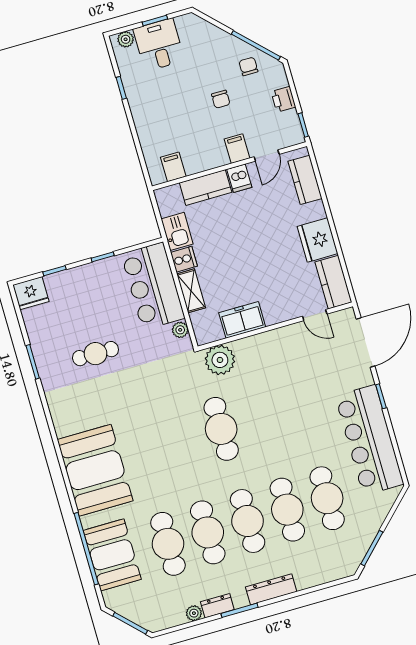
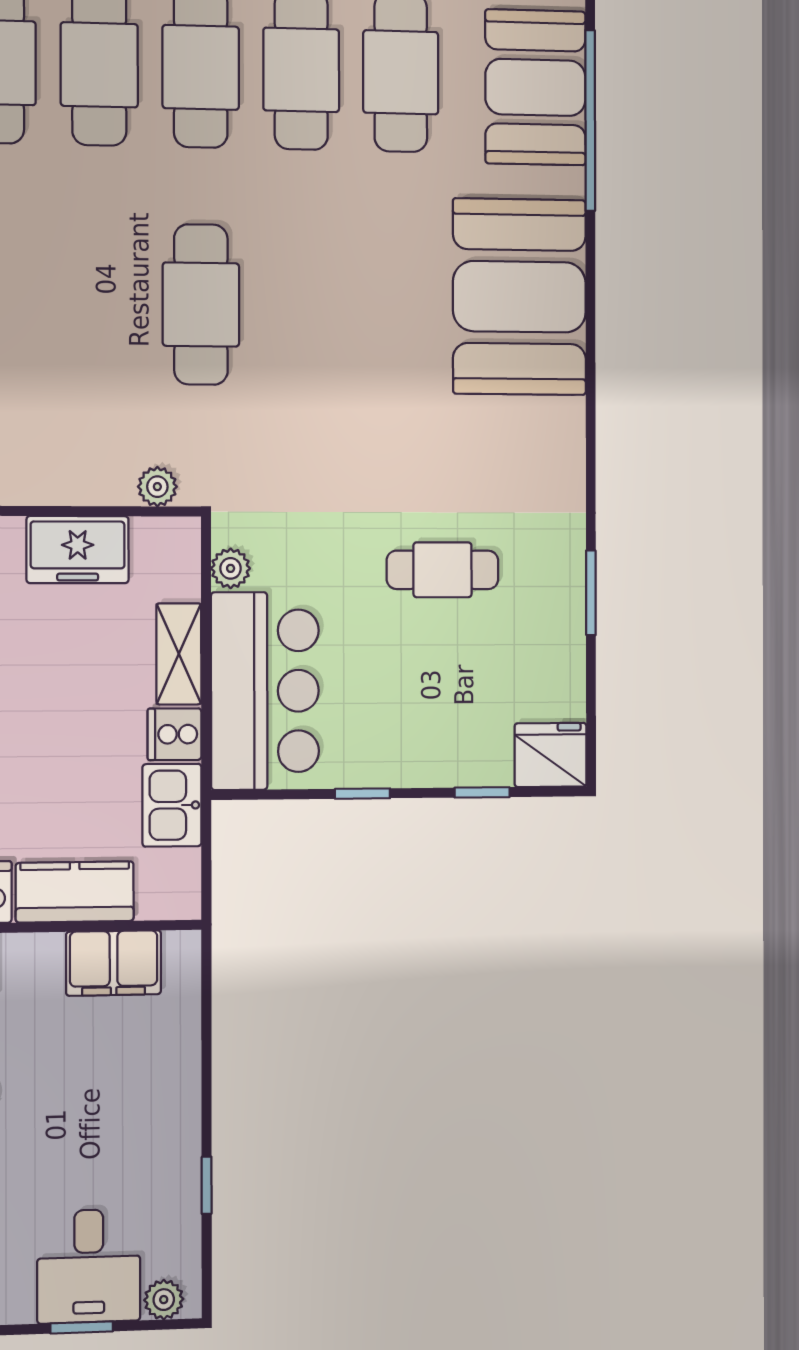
filing cabinet: (173, 167) -> (114, 963), width x2.00
plant: (220, 360) -> (157, 487), width x0.53, depth x0.53

